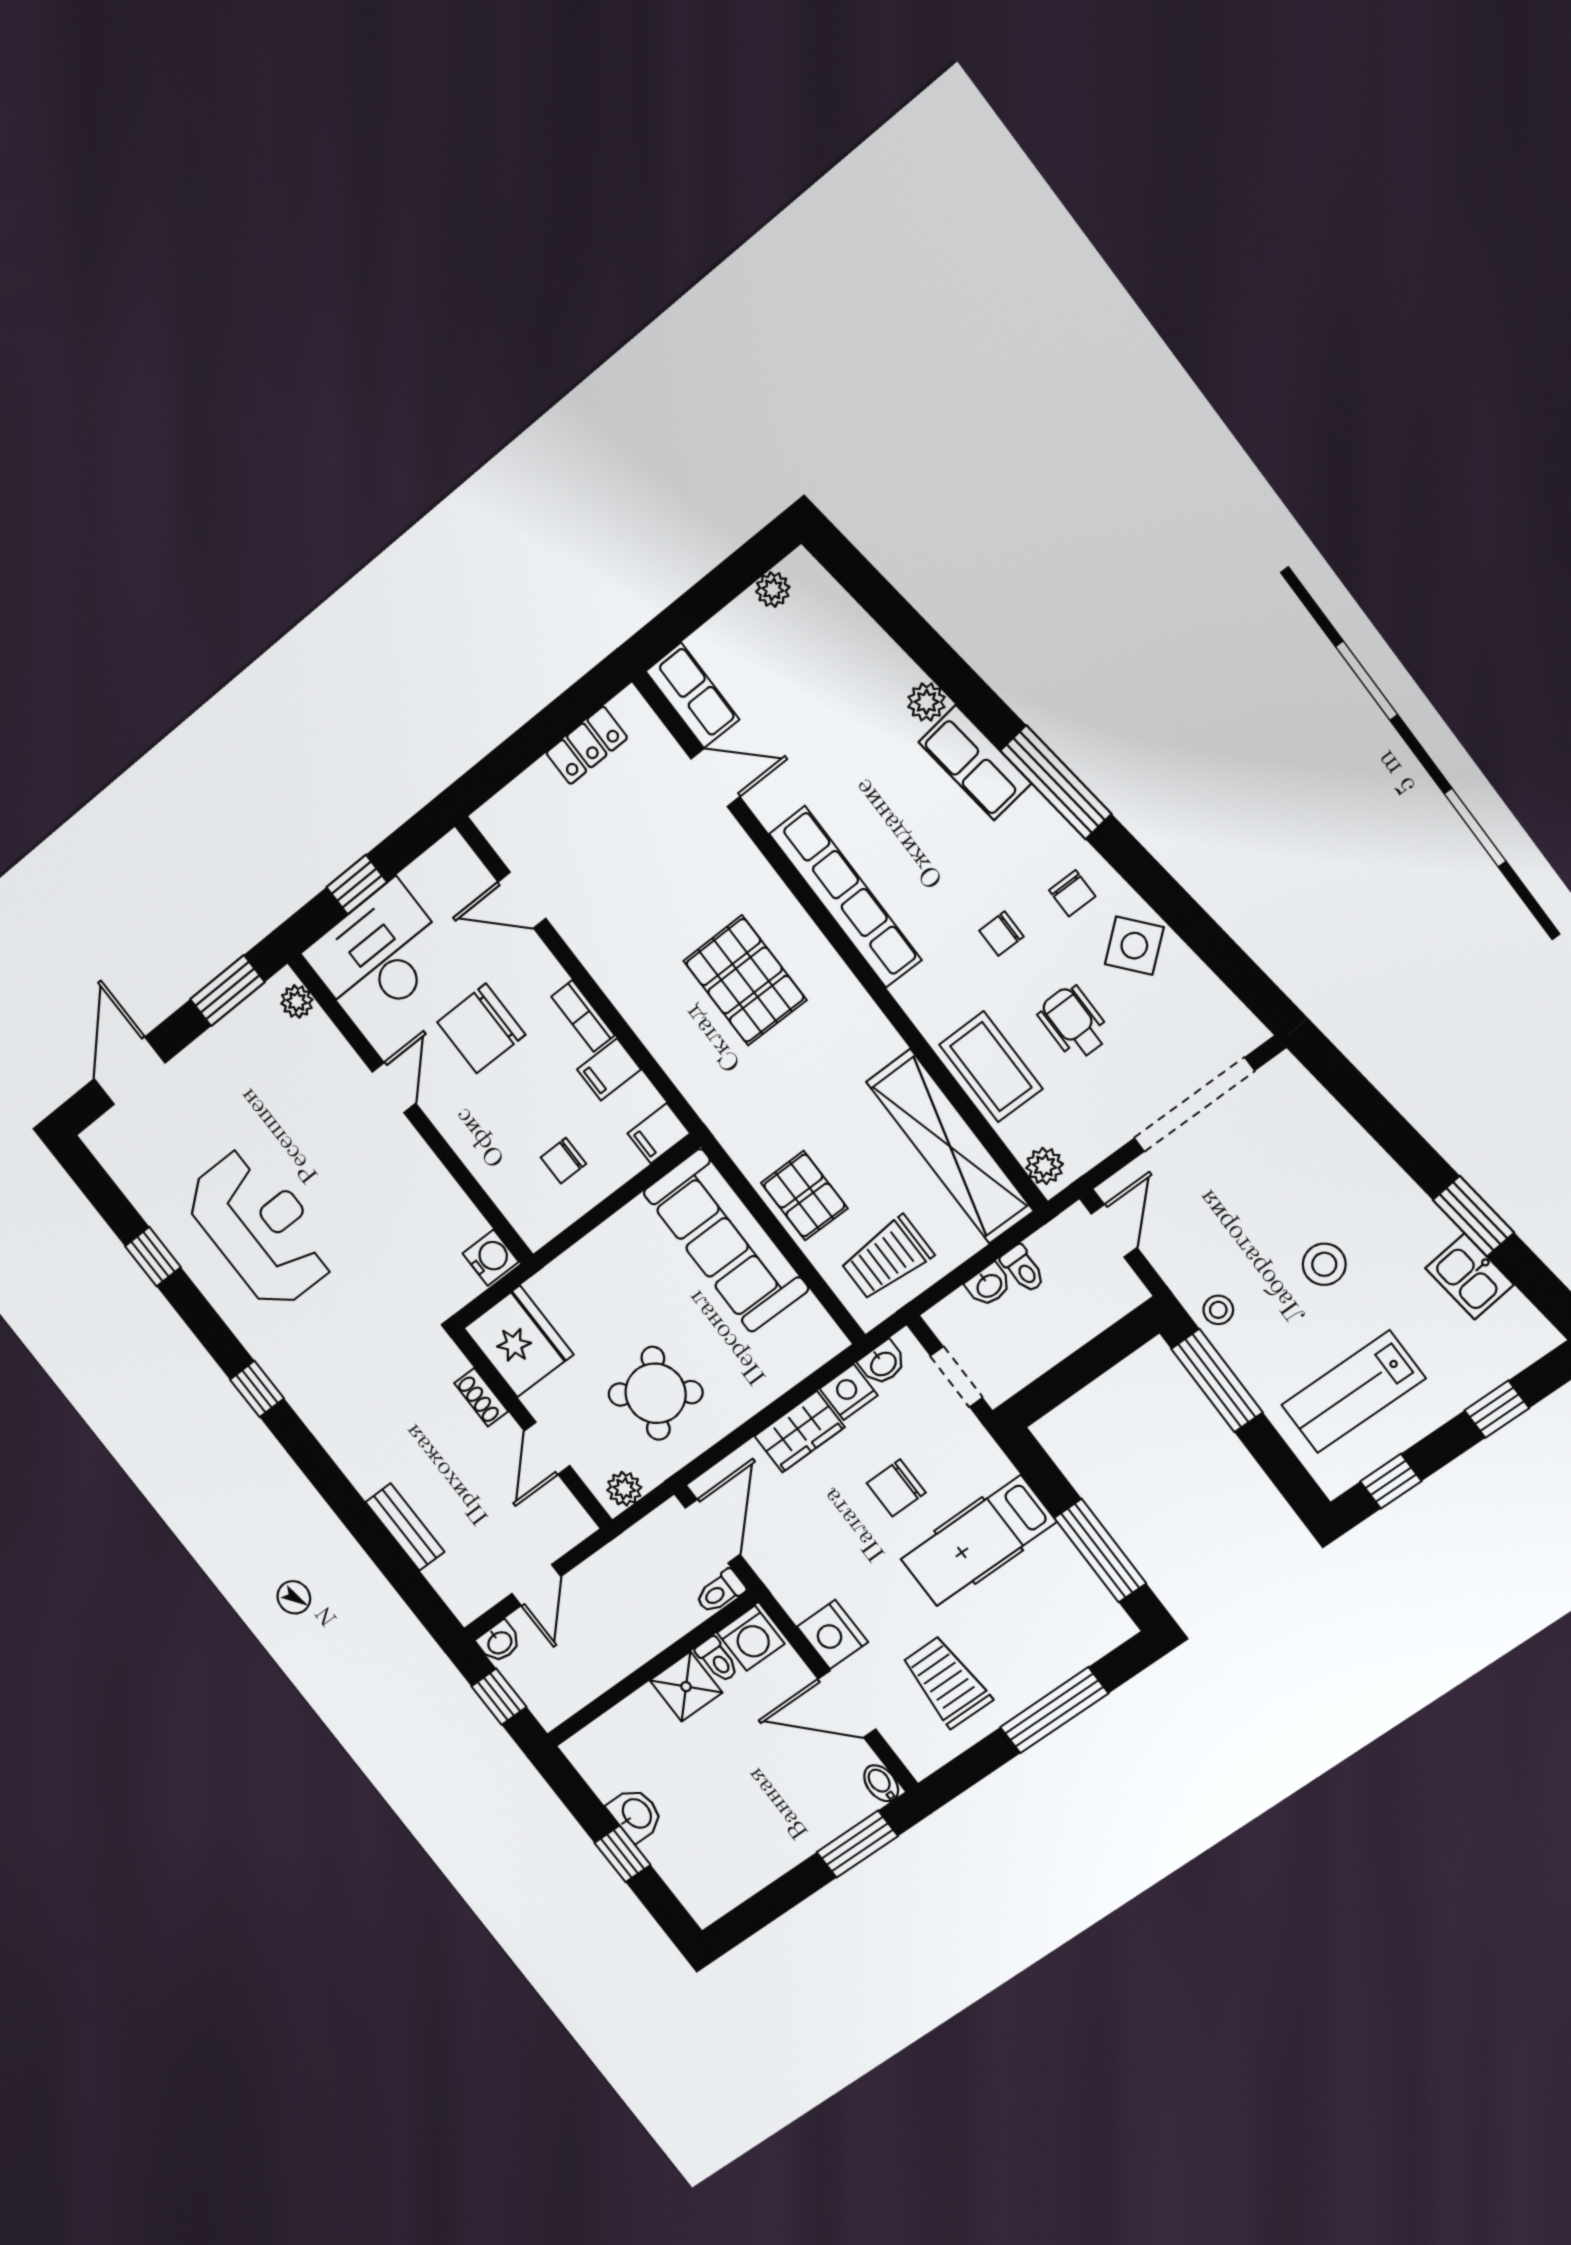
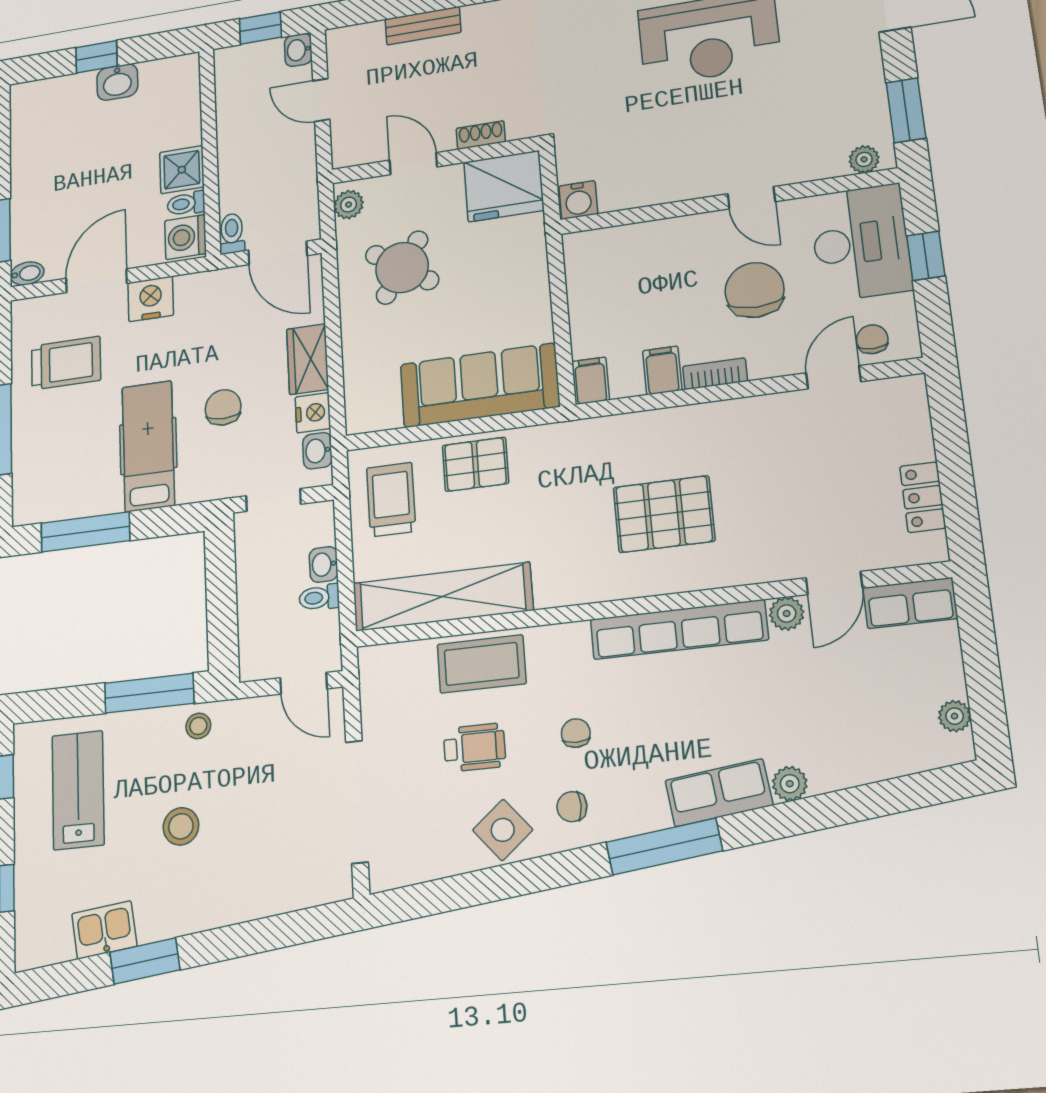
chair: (563, 1161) -> (872, 339), moved
plant: (1045, 1166) -> (787, 613), moved

